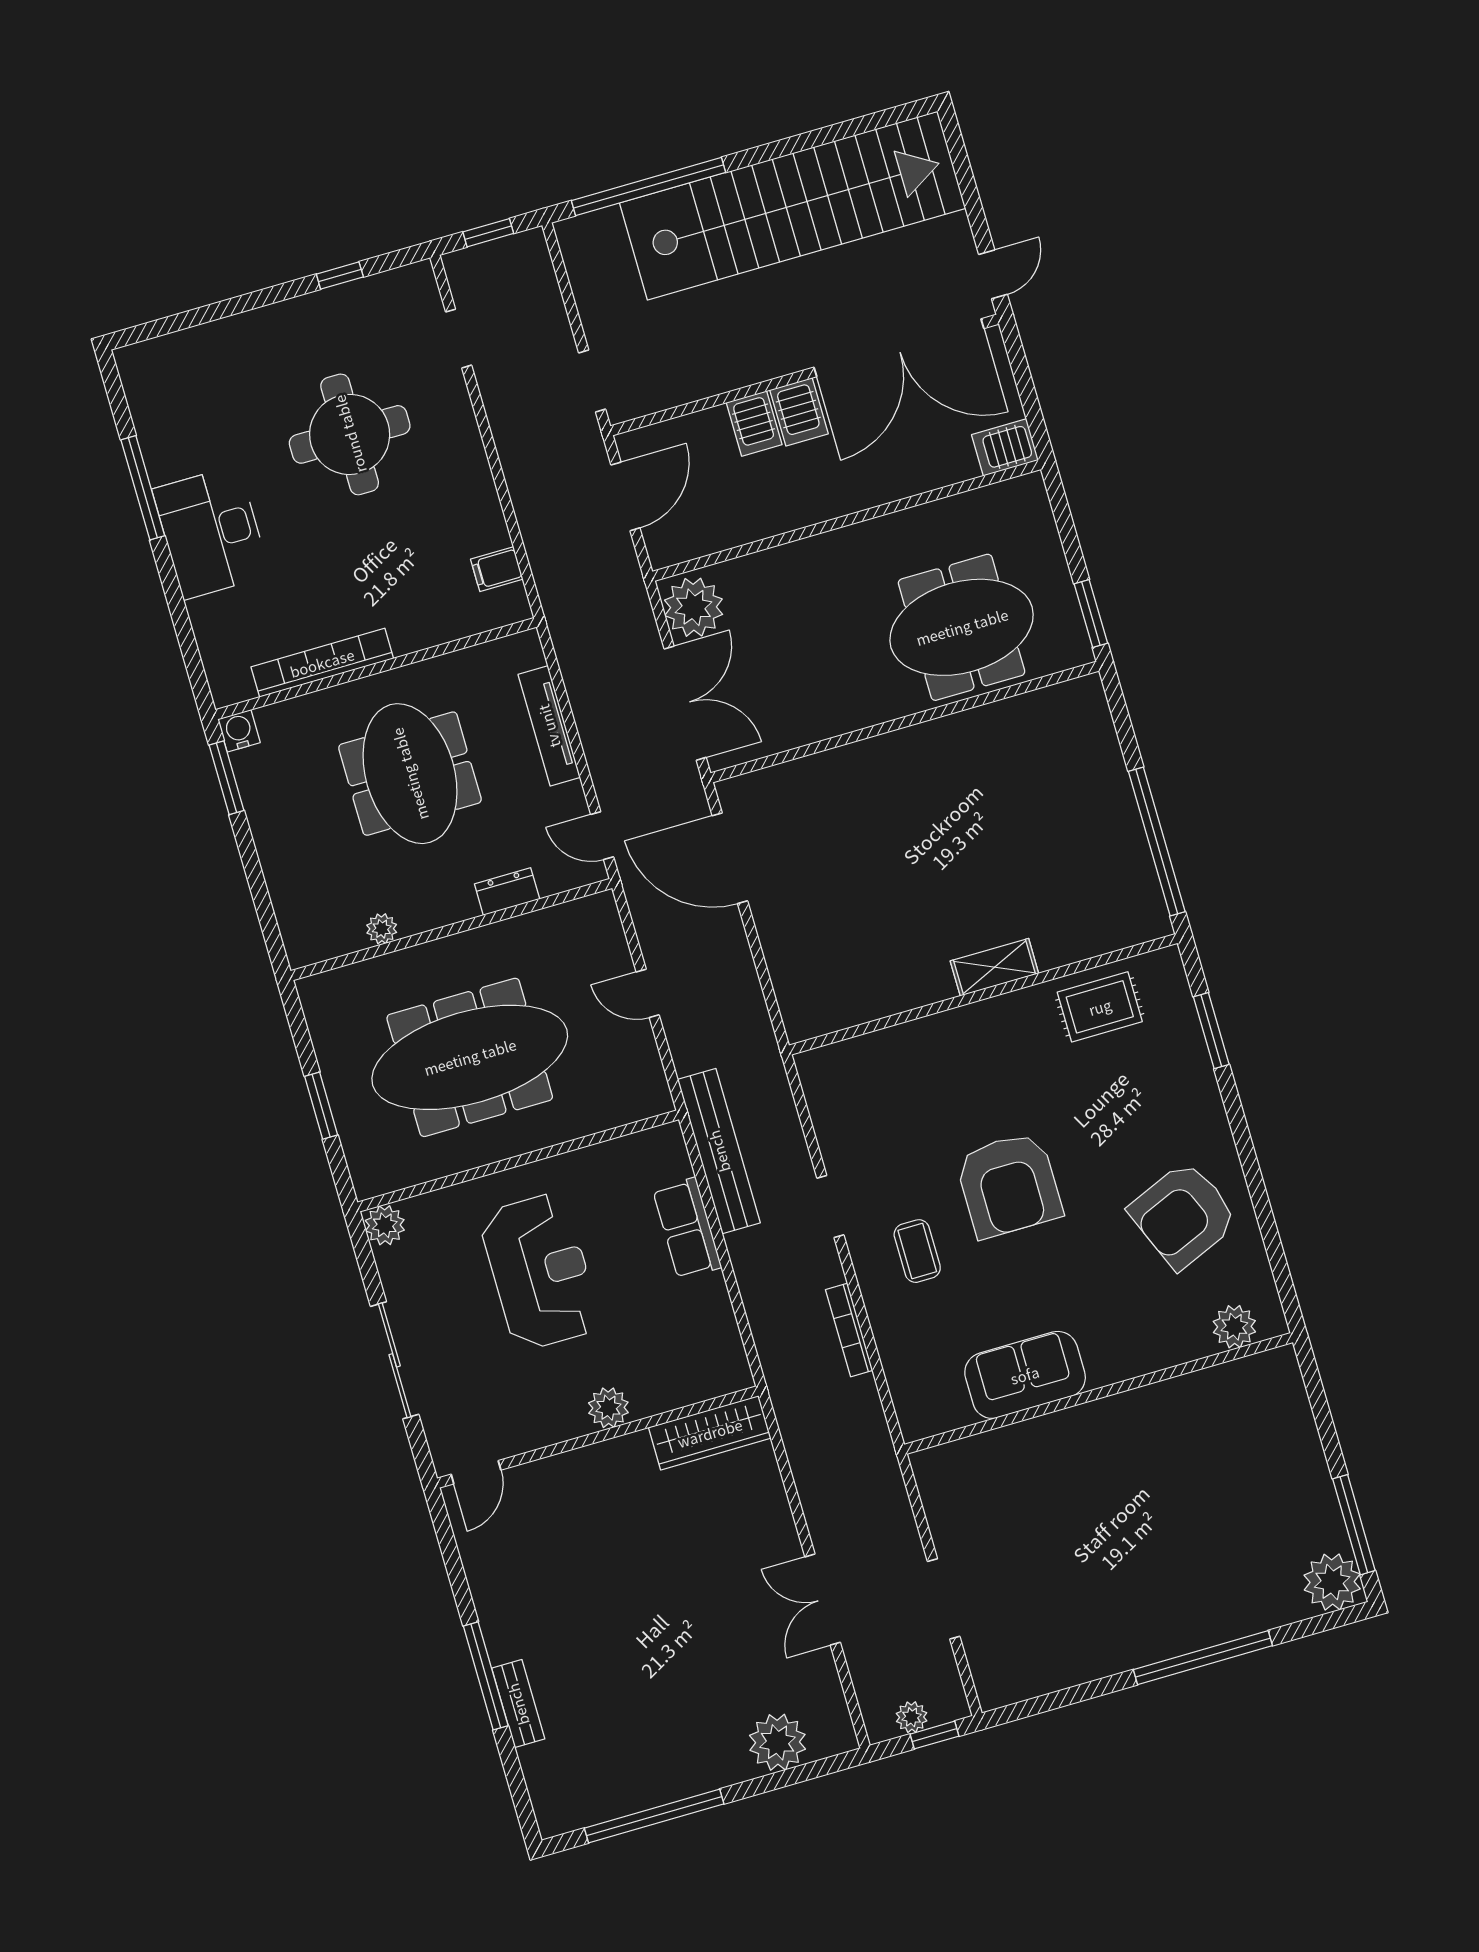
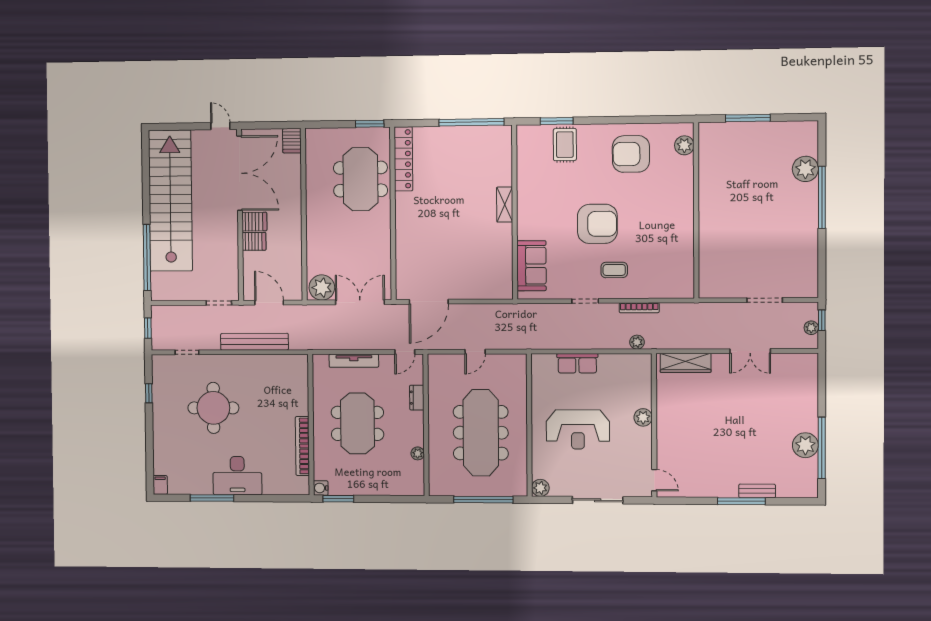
filing cabinet: (497, 569) -> (160, 485), moved, turned 180
locker: (1034, 712) -> (403, 159), added
meeting table: (410, 774) -> (357, 423), turned 90
rug: (1100, 1007) -> (565, 145), moved
window: (321, 1106) -> (483, 500), width x2.11
bench: (719, 1151) -> (254, 342), moved
armchair: (1183, 1215) -> (631, 154), turned 113
reception desk: (540, 1271) -> (578, 429), turned 180
plant: (772, 1347) -> (637, 342), added
sofa: (1025, 1375) -> (531, 266), moved, turned 180
wardrobe: (710, 1433) -> (686, 363), moved, turned 90
window: (1354, 1525) -> (748, 118), moved
plant: (1332, 1582) -> (805, 169), moved
plant: (778, 1742) -> (805, 445), moved

